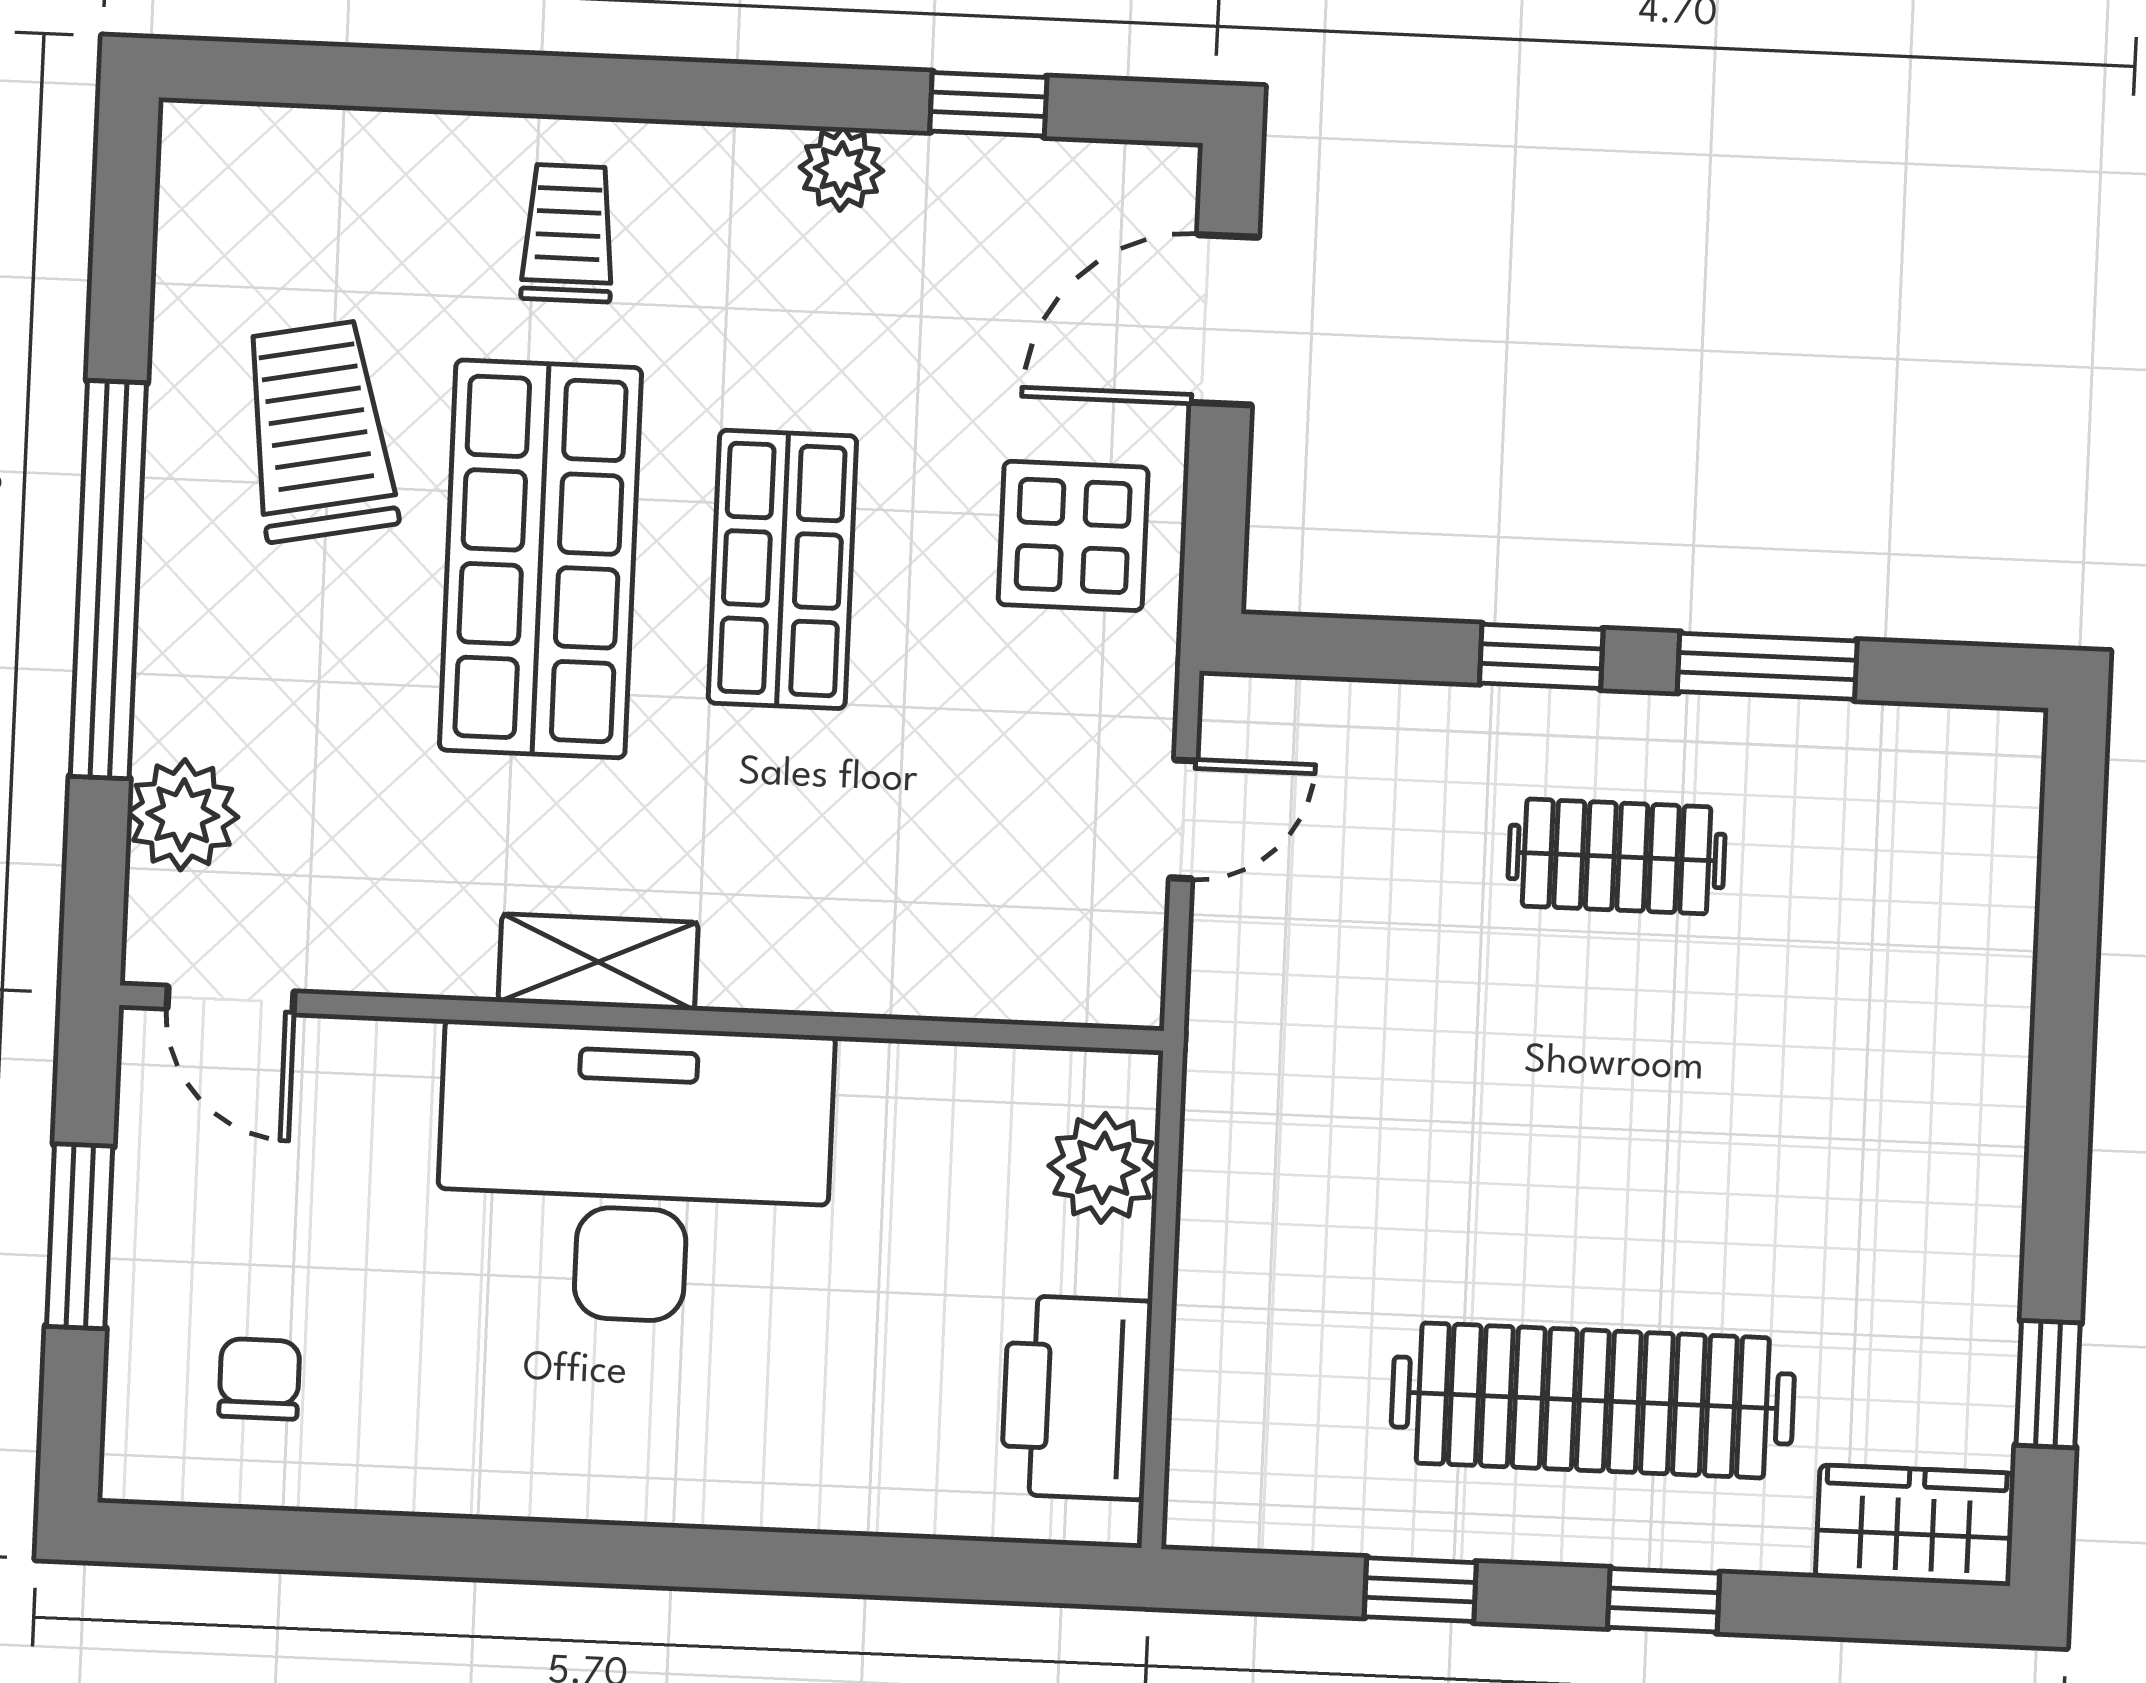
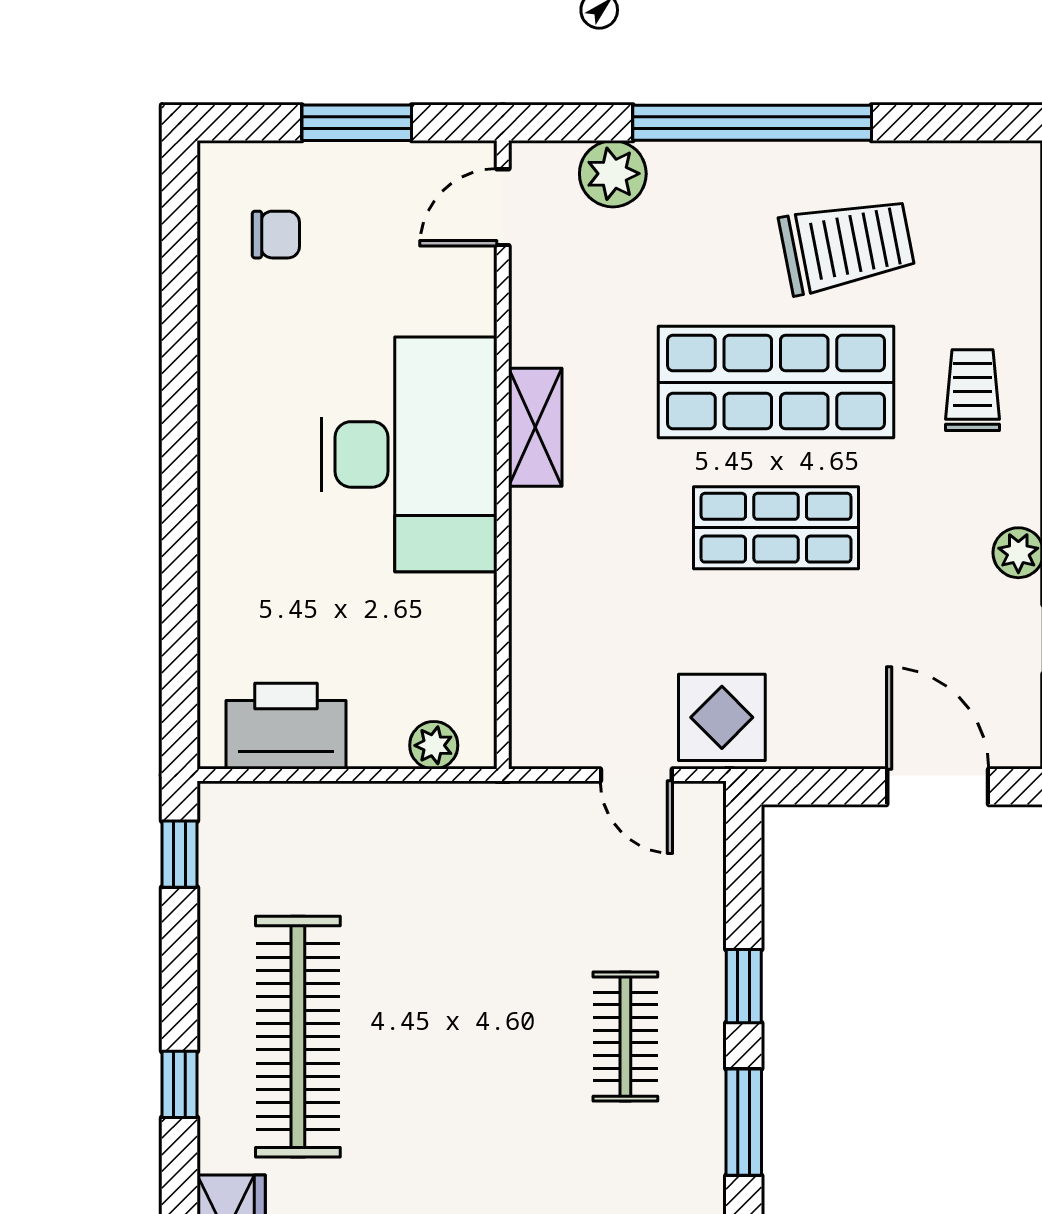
trolley: (568, 233) -> (973, 390), turned -90
display table: (1073, 536) -> (722, 717), moved
plant: (1103, 1168) -> (434, 745), width x0.73, depth x0.73
window: (1420, 1590) -> (180, 854), moved

